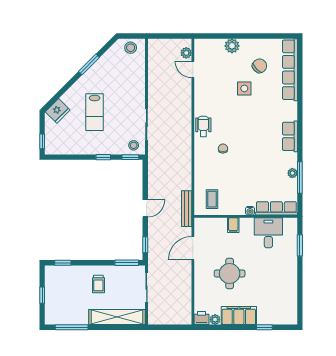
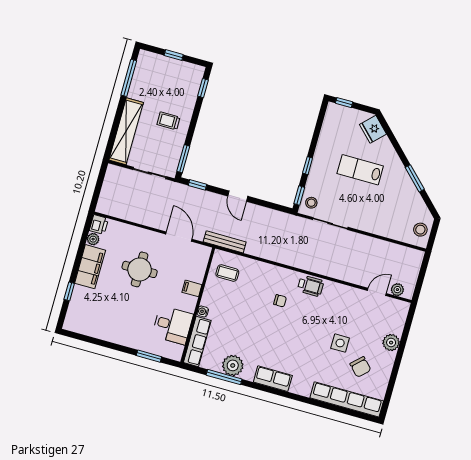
plant: (292, 173) -> (233, 365), width x1.88, depth x1.88

